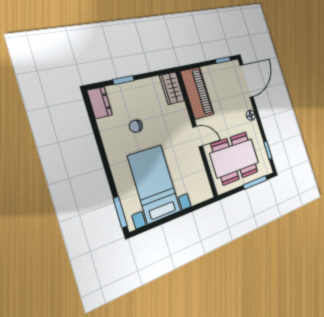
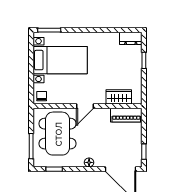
wardrobe: (172, 88) -> (119, 97), moved
piano: (197, 93) -> (126, 115), width x0.73, depth x0.75
chair: (136, 126) -> (42, 96), moved

